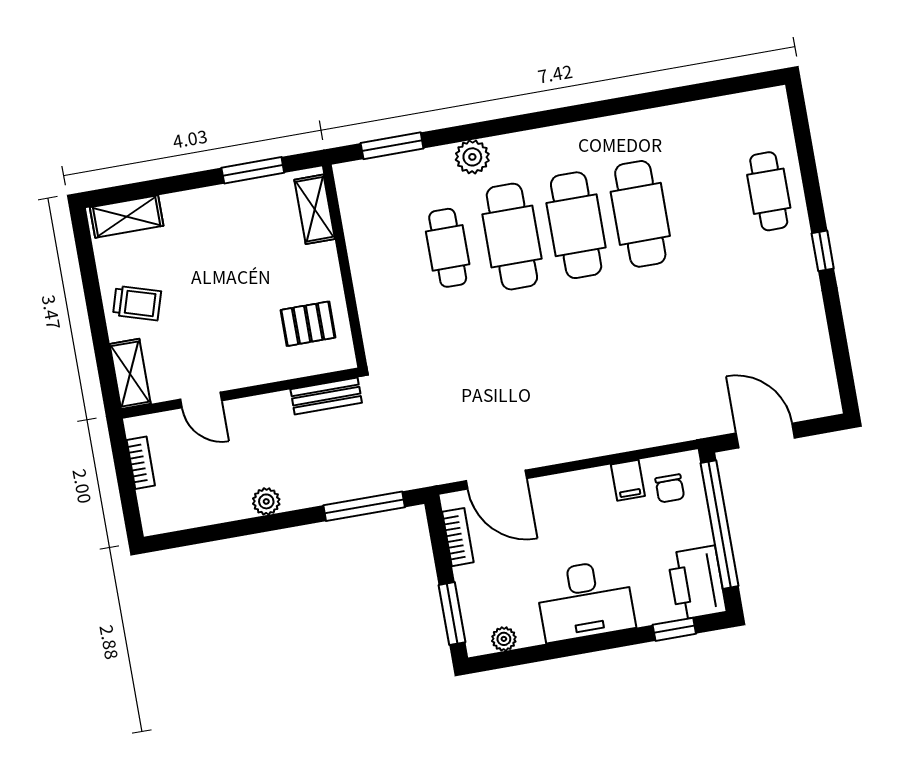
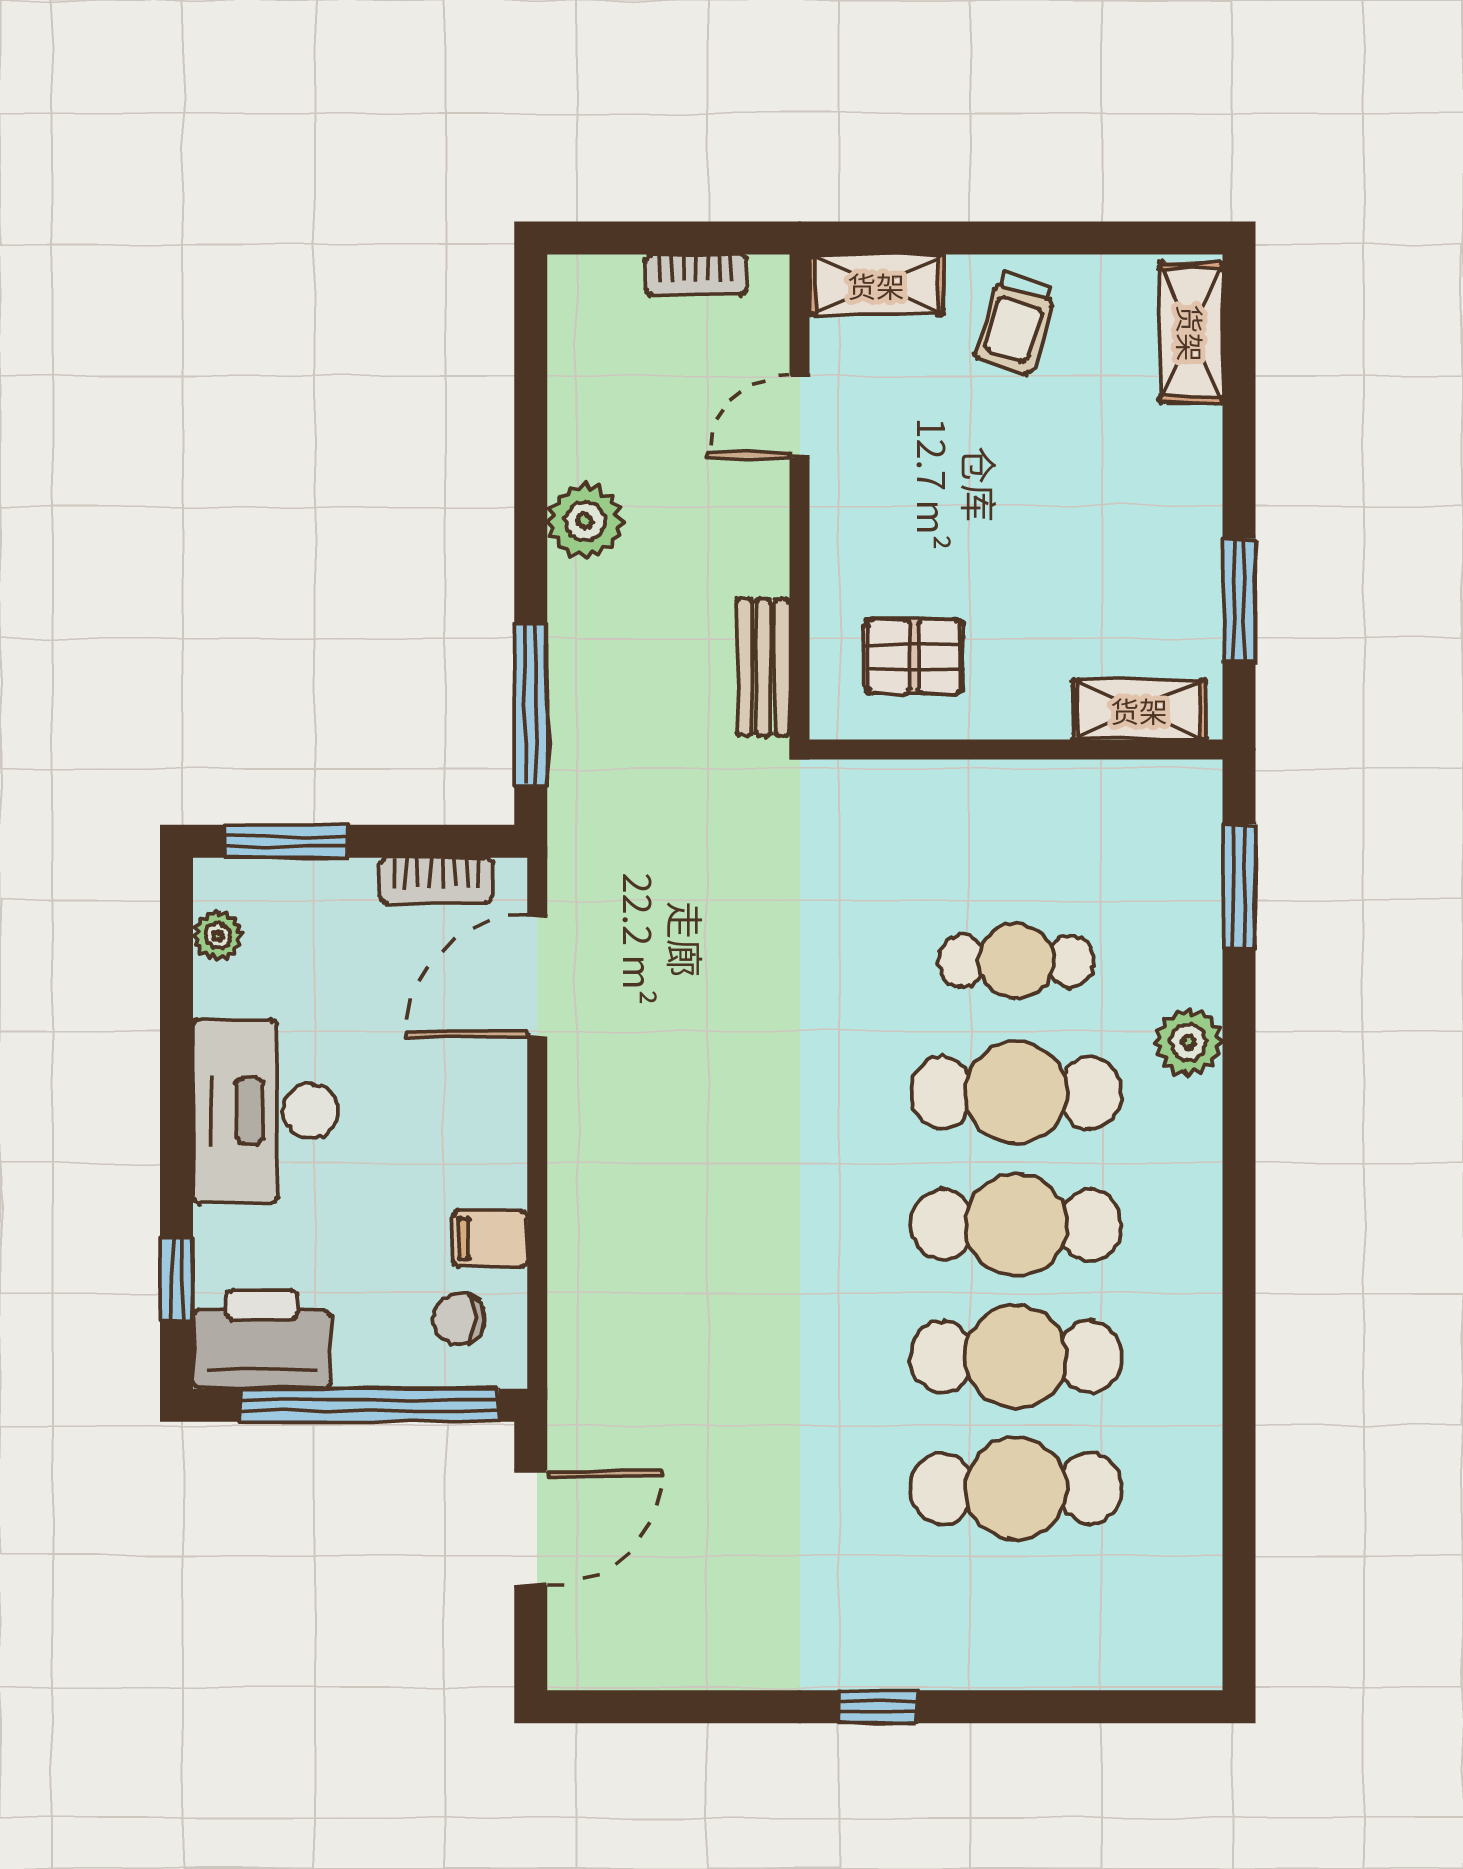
cafe table: (769, 191) -> (1016, 1489), moved, width x1.37, depth x1.35
pallet: (308, 324) -> (914, 656), turned 90
plant: (266, 501) -> (585, 521), width x1.38, depth x1.38

